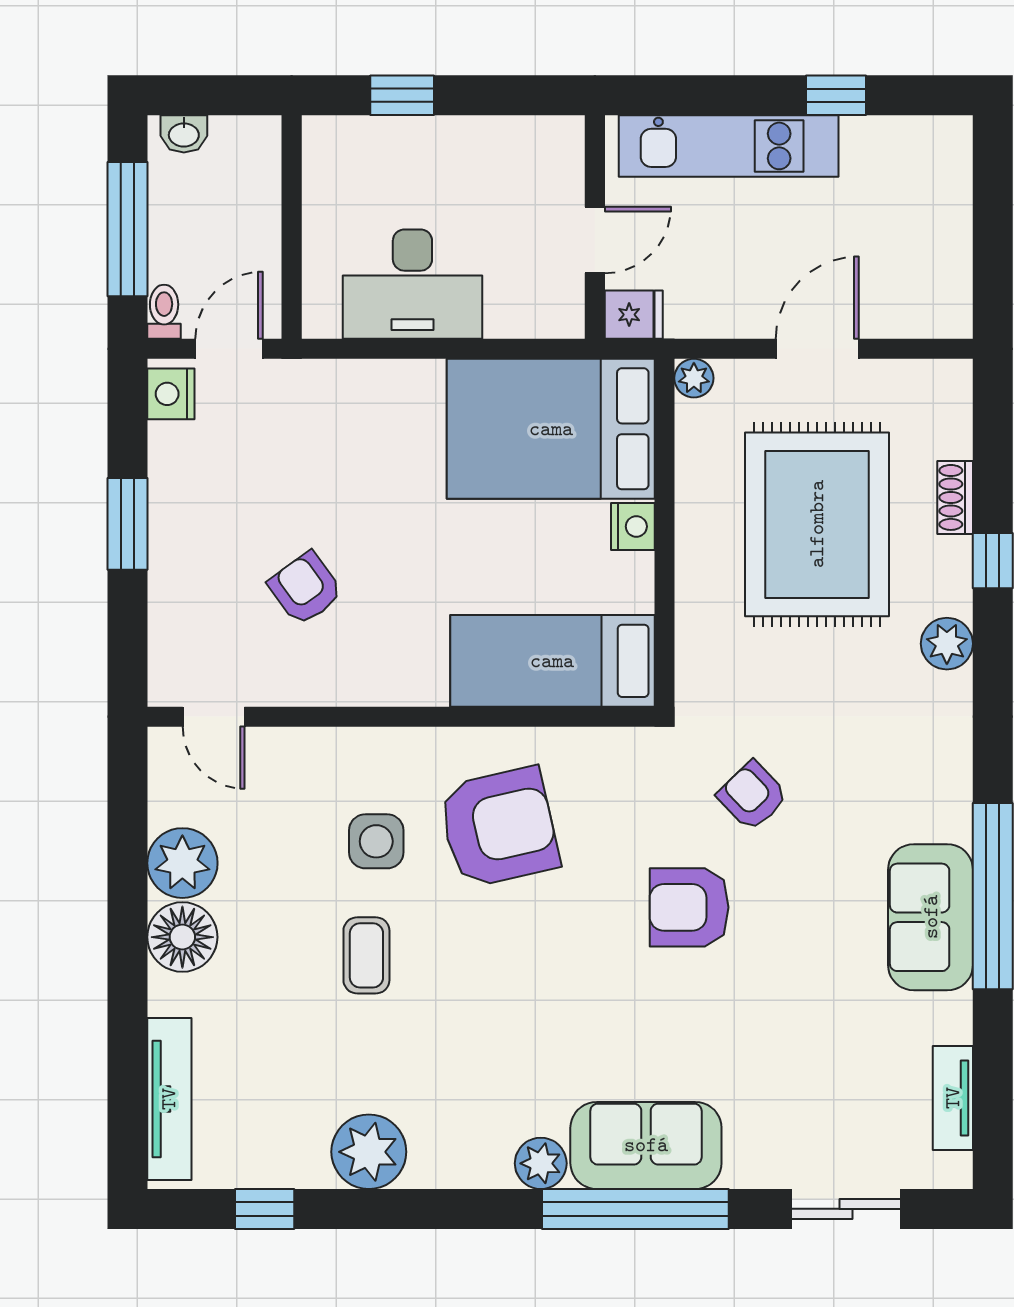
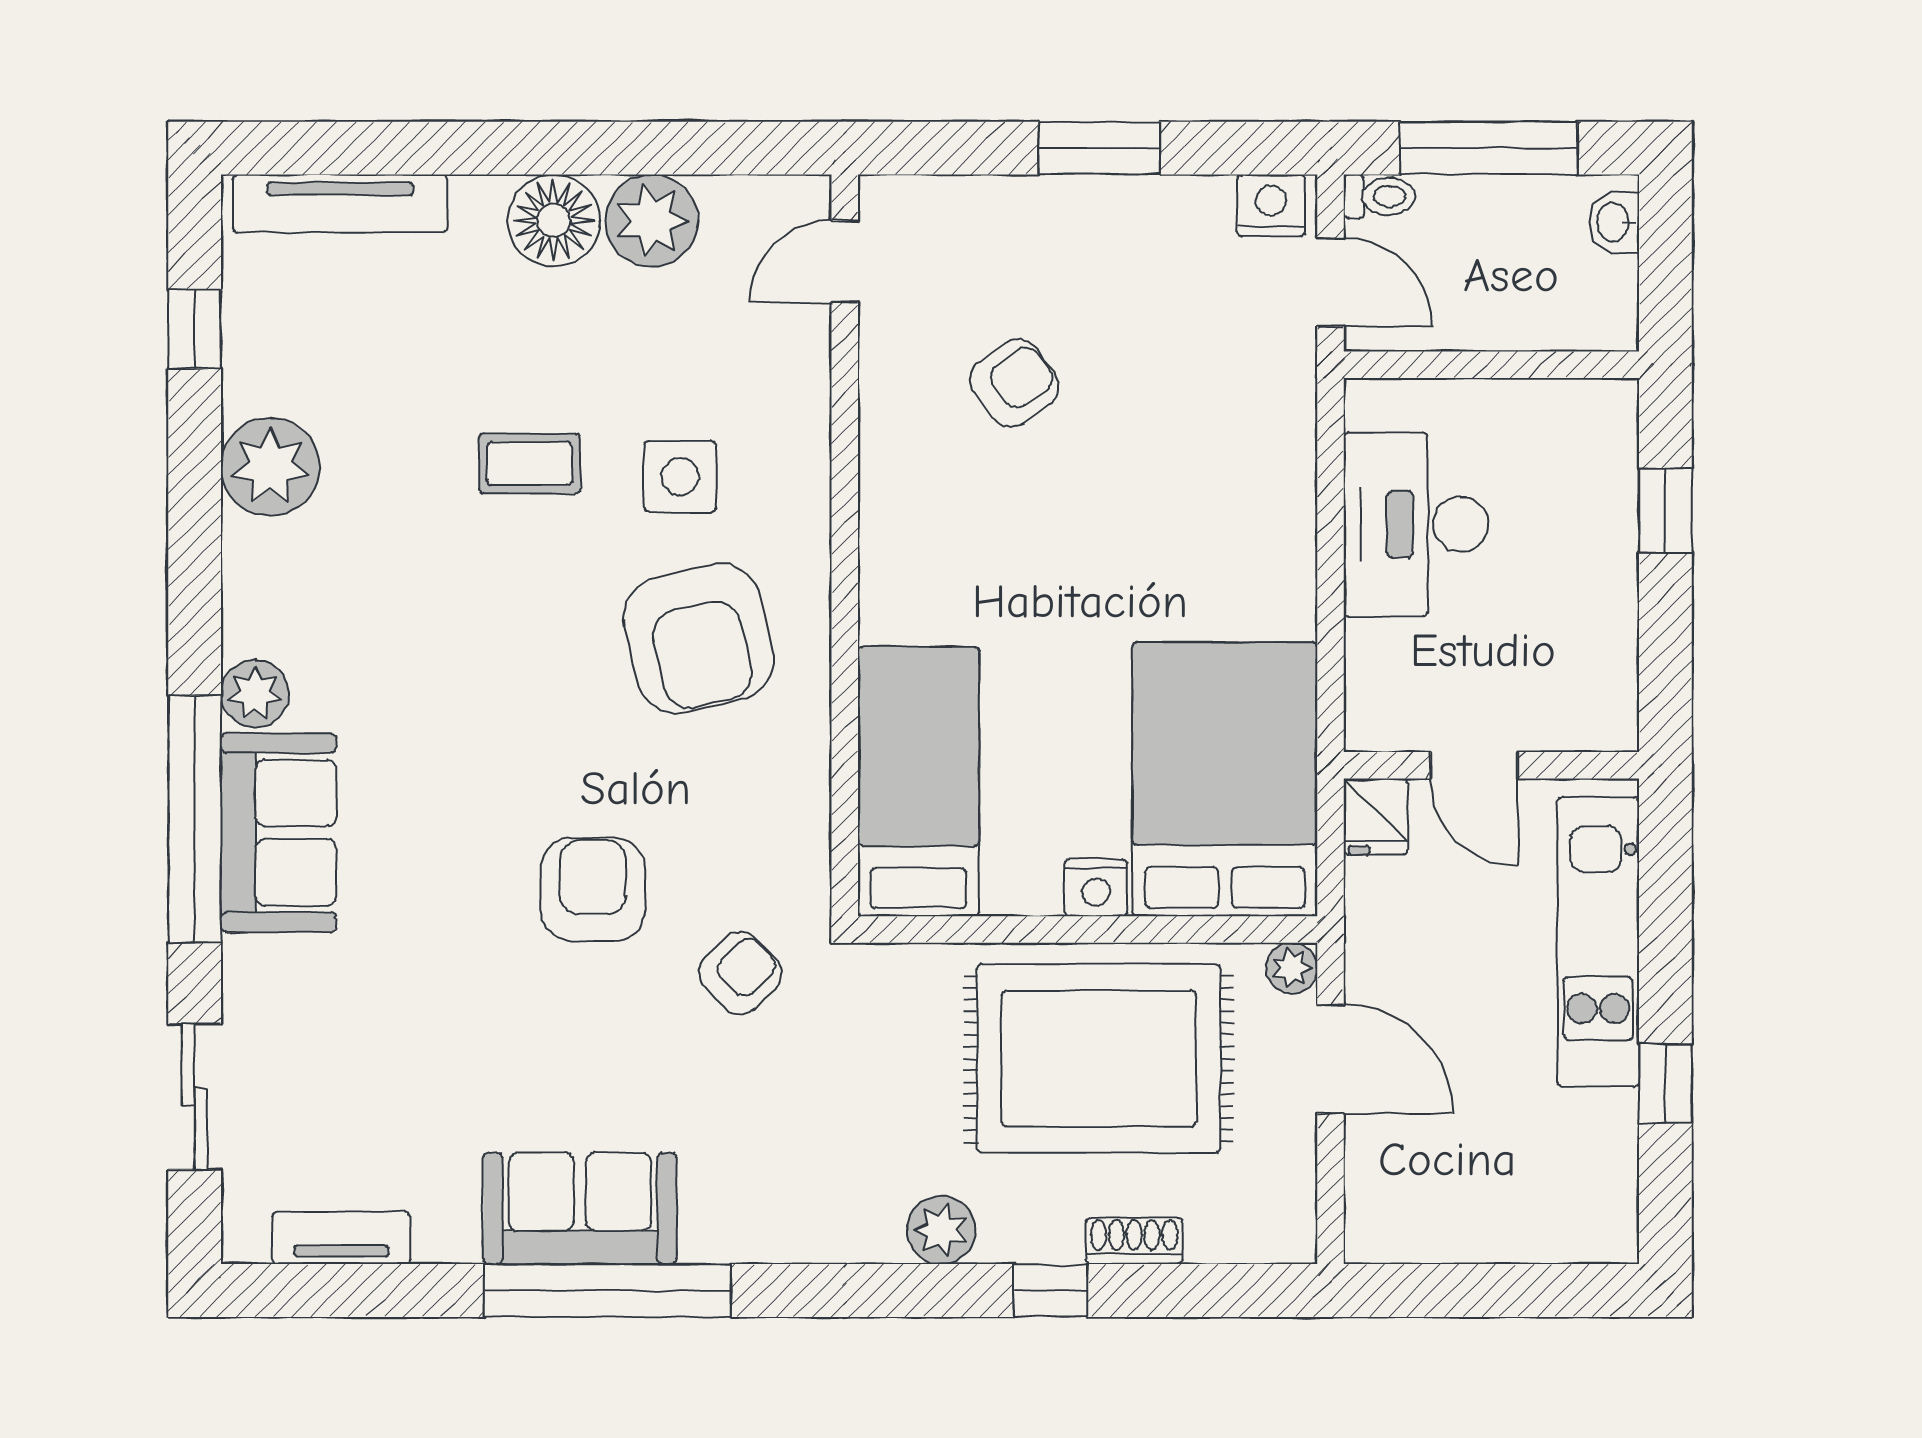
plant: (694, 378) -> (1292, 968), moved
bed: (551, 429) -> (1225, 779), moved
nightstand: (633, 526) -> (1096, 888), moved
wall: (665, 533) -> (1088, 929), moved
bed: (552, 661) -> (918, 781), moved

